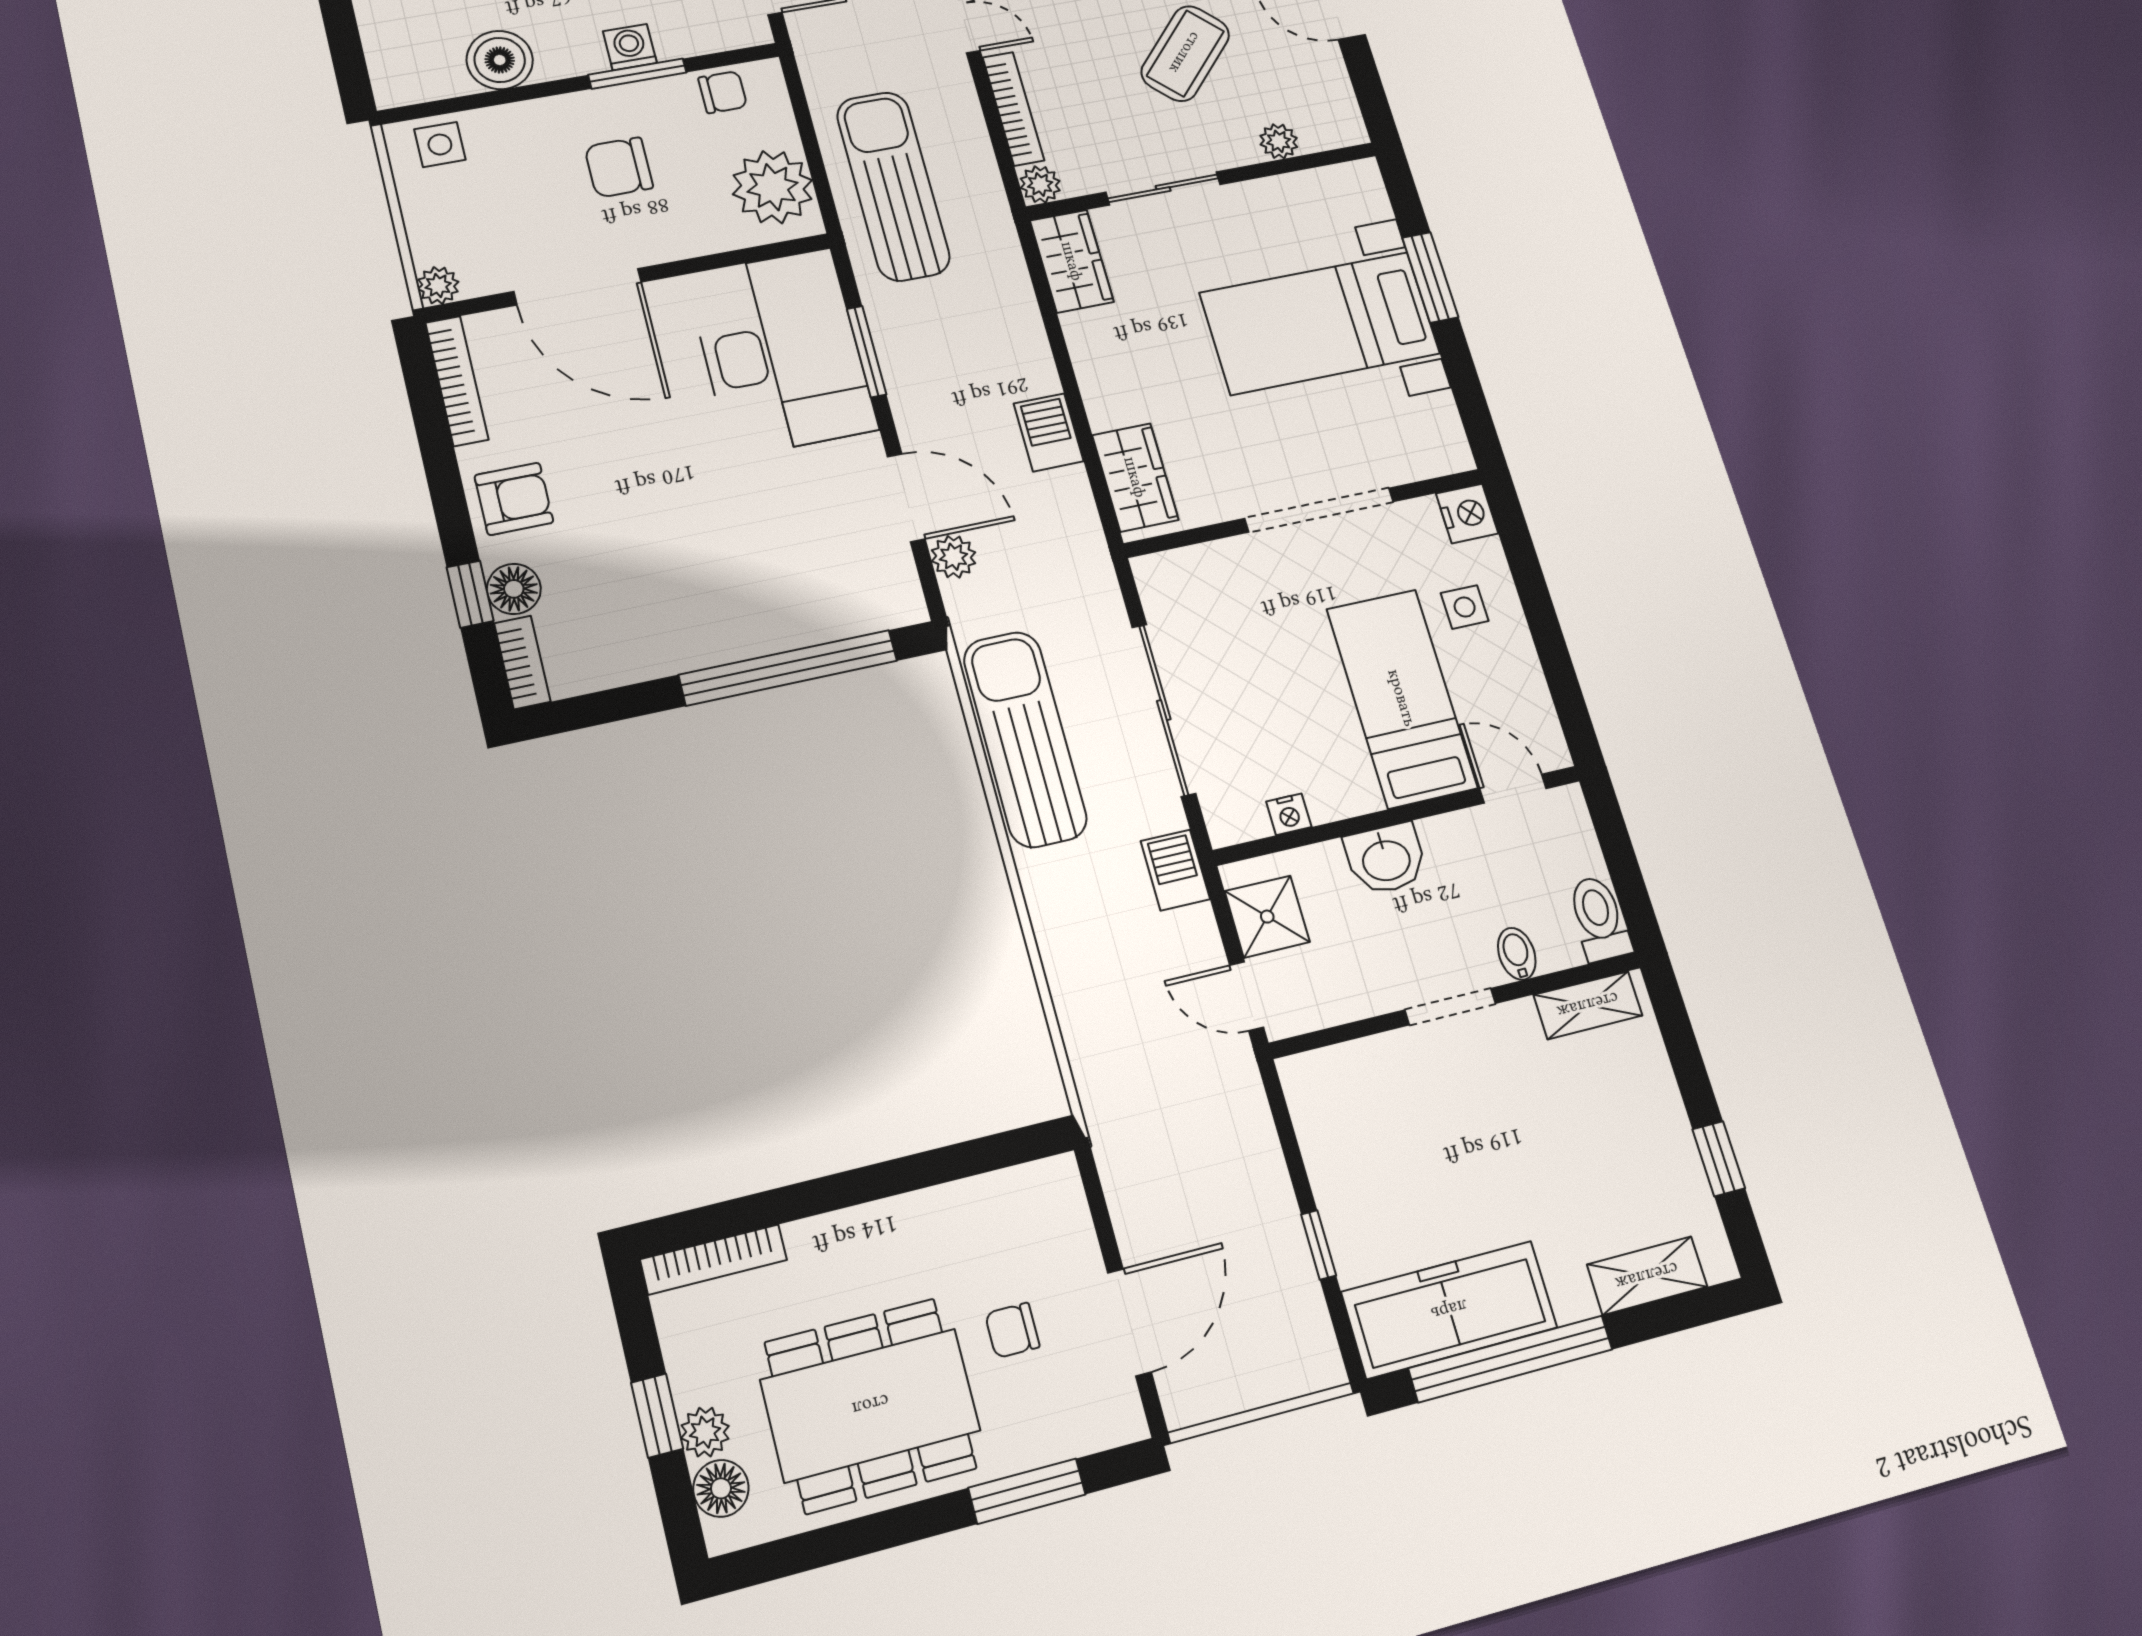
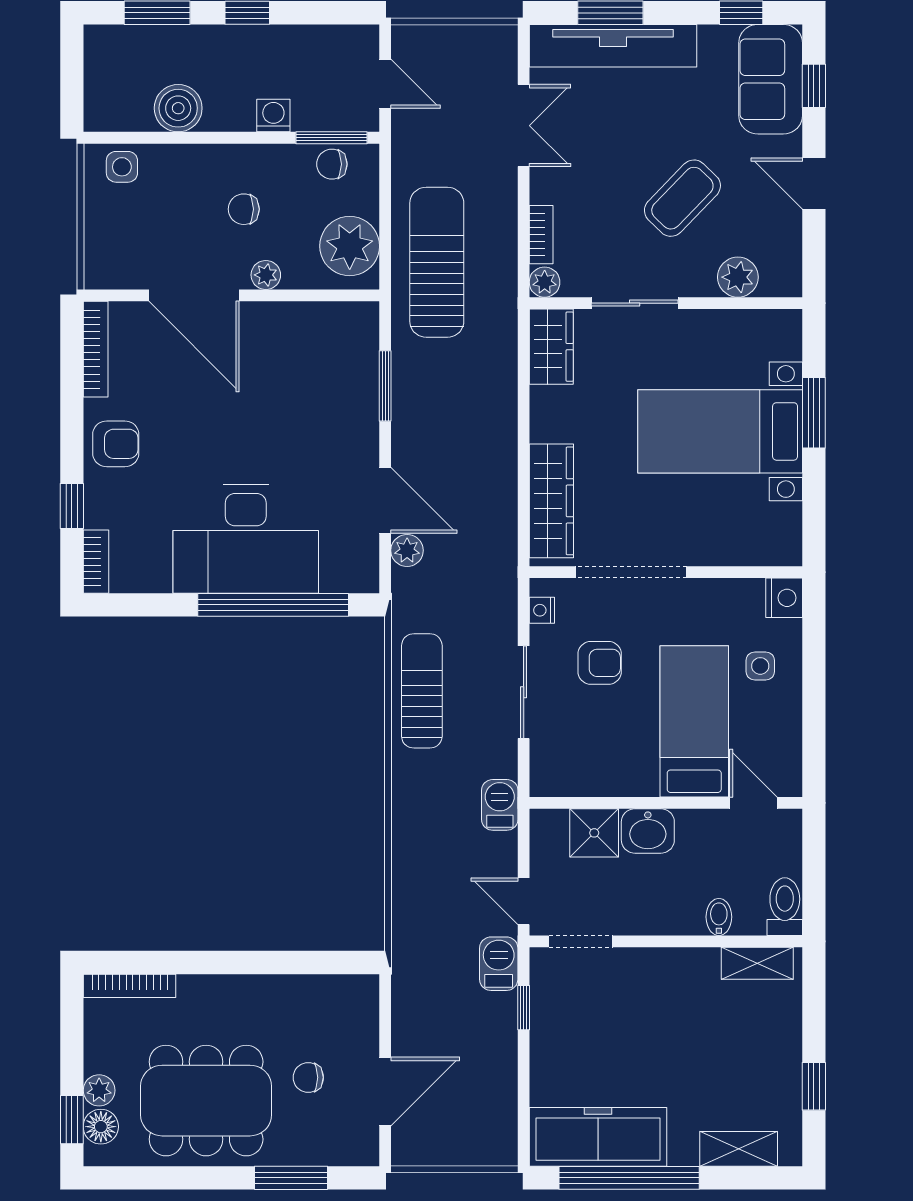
window: (637, 74) -> (331, 138), moved
chair: (723, 92) -> (332, 164), turned 180
bookcase: (1013, 109) -> (541, 235), width x0.64
plant: (1279, 141) -> (738, 277), width x1.38, depth x1.38
chair: (619, 167) -> (244, 209), width x0.73, depth x0.73
plant: (438, 285) -> (266, 275), moved
desk: (781, 352) -> (246, 539), moved, turned 90
barbecue: (1049, 432) -> (499, 964), moved
wardrobe: (1135, 477) -> (551, 501), width x1.50
doorway: (1319, 510) -> (631, 572), moved
floor lamp: (514, 589) -> (102, 509), removed
armchair: (1254, 649) -> (600, 663), added
sliding door: (1164, 710) -> (524, 692), width x0.73
sun lounger: (1025, 739) -> (422, 691), width x0.73, depth x0.75
nightstand: (1289, 814) -> (542, 610), moved, turned 90
shower: (1267, 917) -> (594, 833), moved
doorway: (1450, 1007) -> (581, 941), moved
window: (1319, 1245) -> (524, 1008), moved
window: (657, 1416) -> (72, 1120), moved

